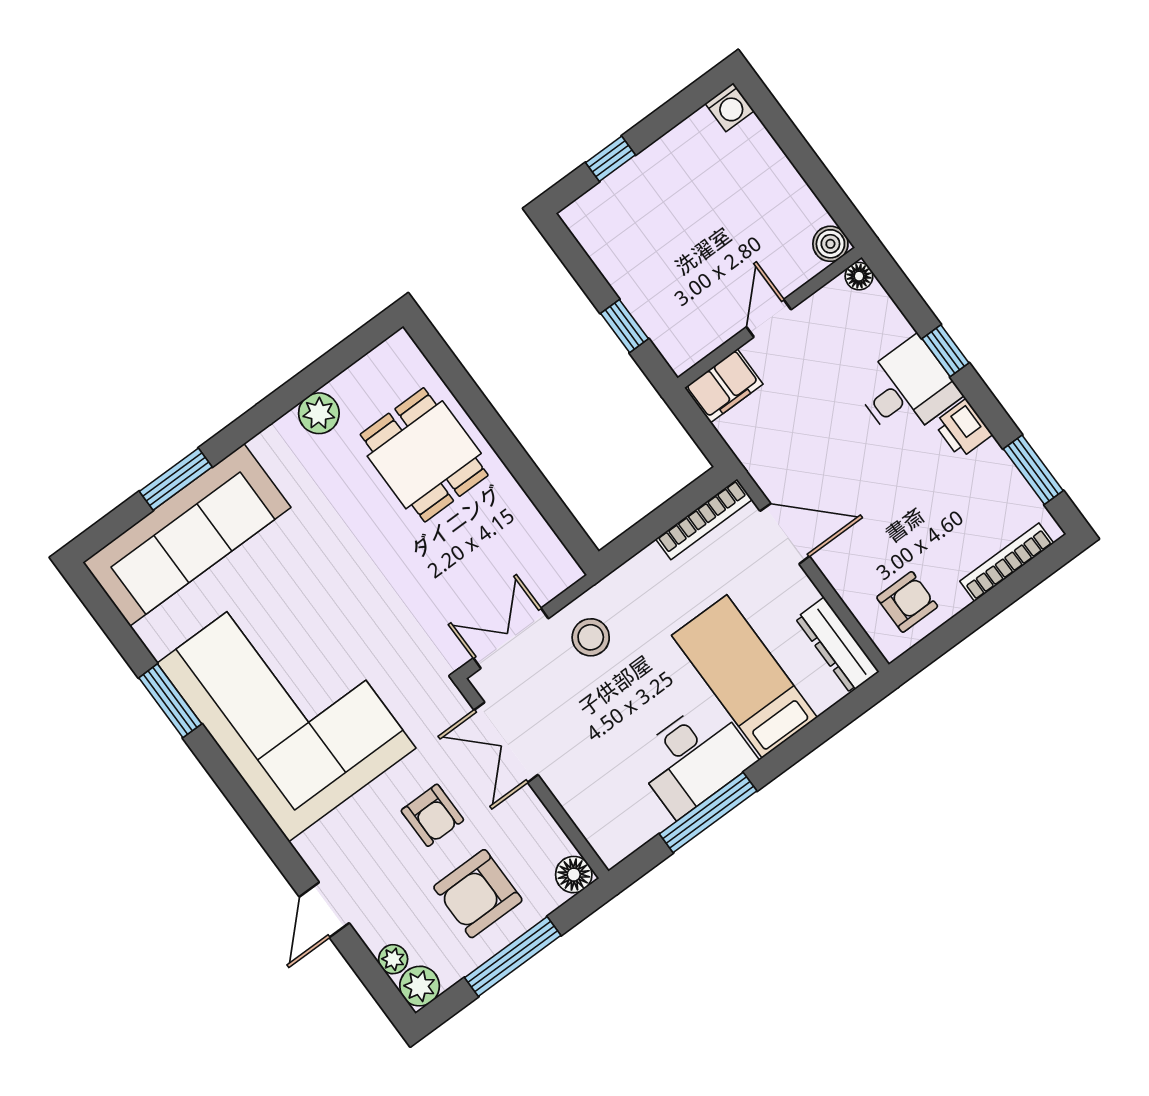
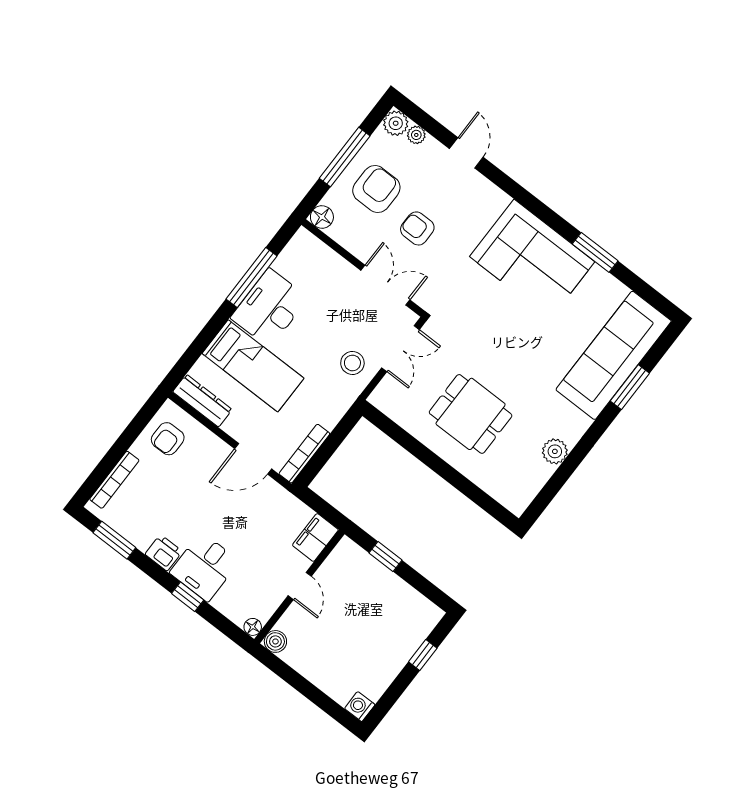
dining table: (424, 455) -> (471, 414), moved
corner sofa: (286, 706) -> (532, 259), width x0.73, depth x0.74

